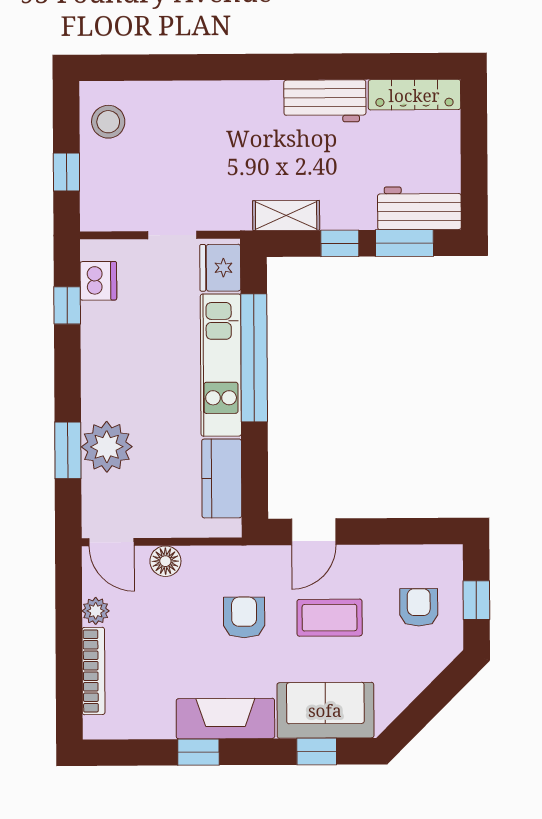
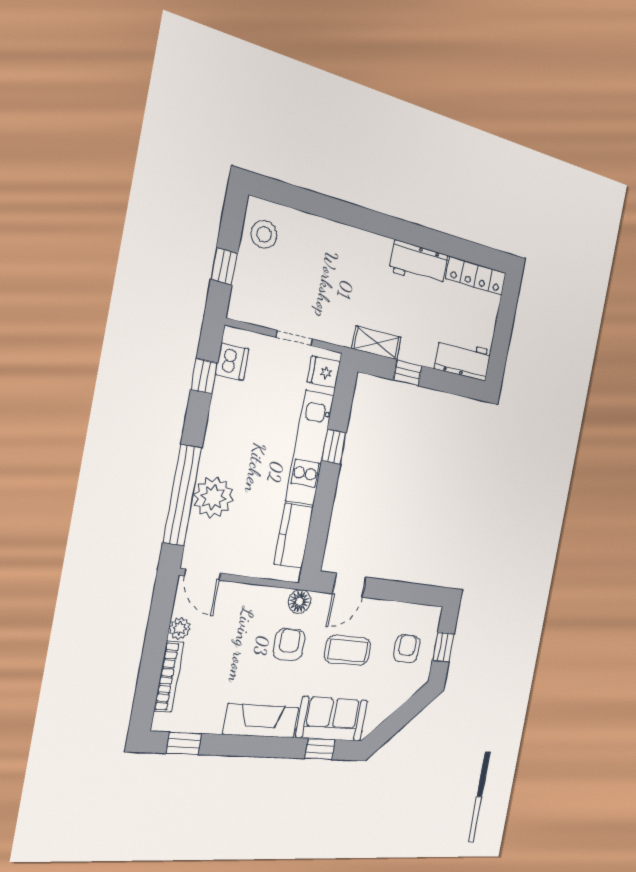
window: (404, 243) -> (449, 383), removed
fridge: (220, 268) -> (324, 372), width x0.72
window: (254, 358) -> (334, 447), width x0.32
window: (68, 450) -> (182, 495), width x2.11
floor lamp: (165, 561) -> (300, 601), moved
window: (198, 752) -> (184, 743), moved

